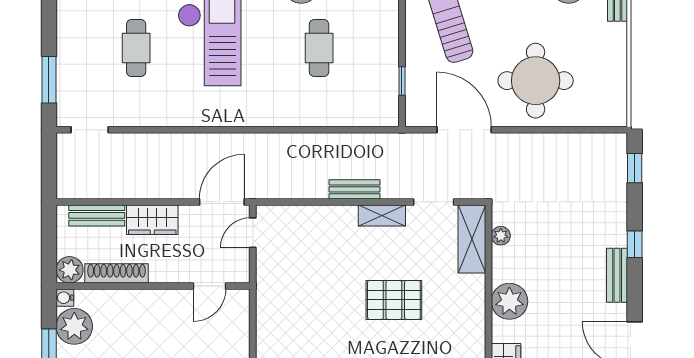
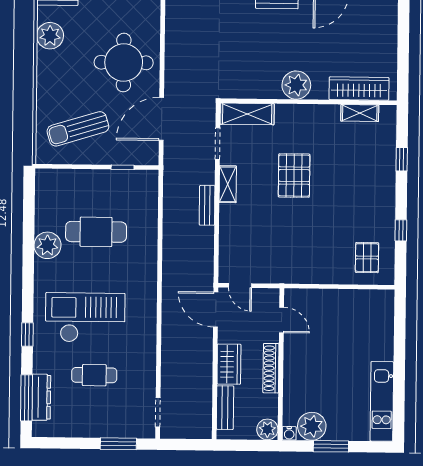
cafe table: (319, 48) -> (96, 232), width x1.37, depth x1.35
plant: (501, 236) -> (245, 91), removed
shoe rack: (117, 273) -> (271, 368), moved

